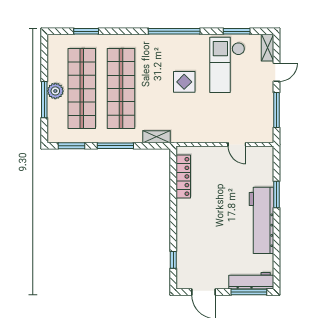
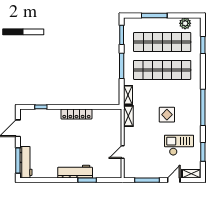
checkout: (227, 65) -> (179, 145), width x0.73, depth x0.83
door: (277, 72) -> (174, 180), swing flipped
plant: (55, 91) -> (185, 23), moved
shelving: (186, 136) -> (128, 116), added
locker: (183, 176) -> (76, 114), moved
workbench: (262, 220) -> (75, 172), width x0.73, depth x0.76

